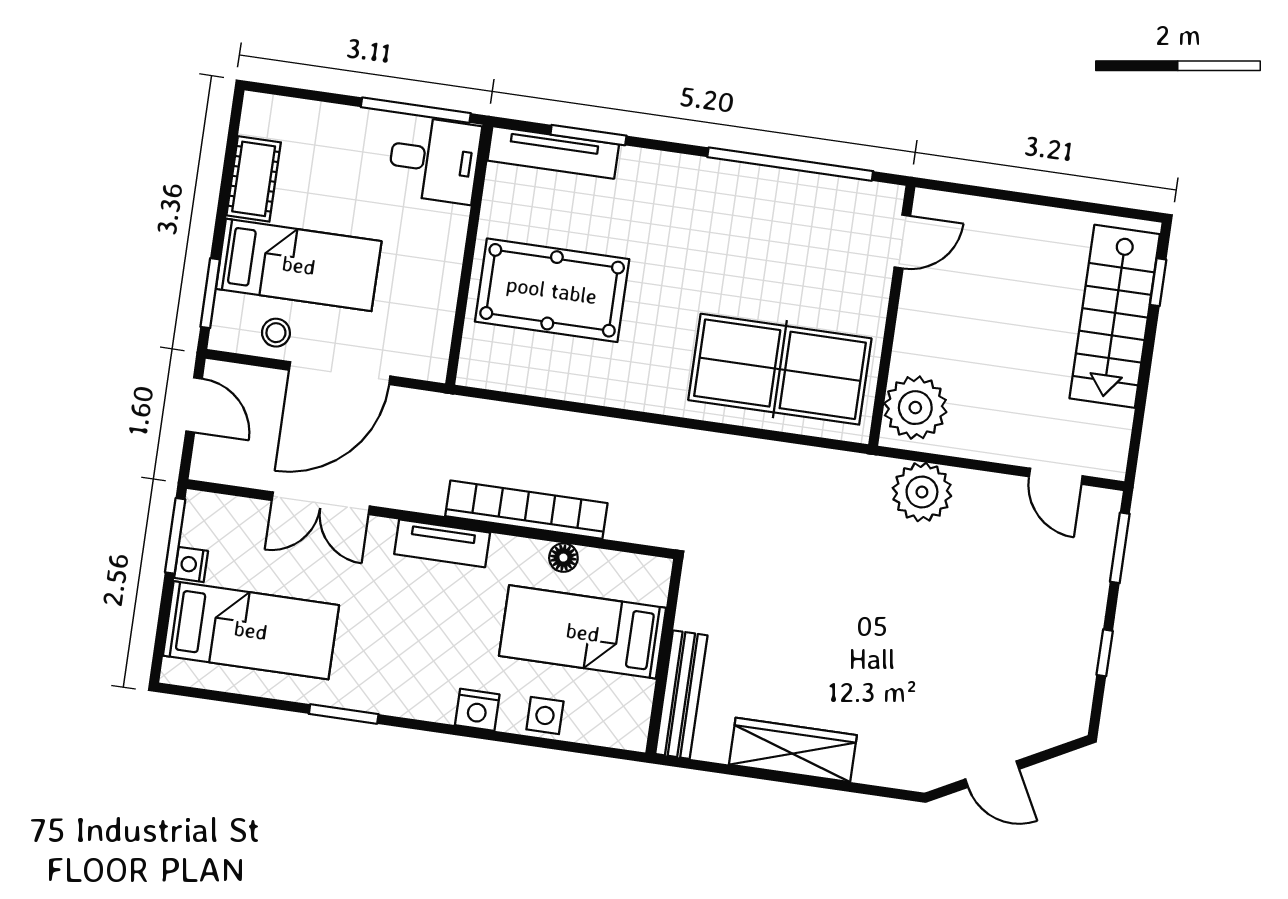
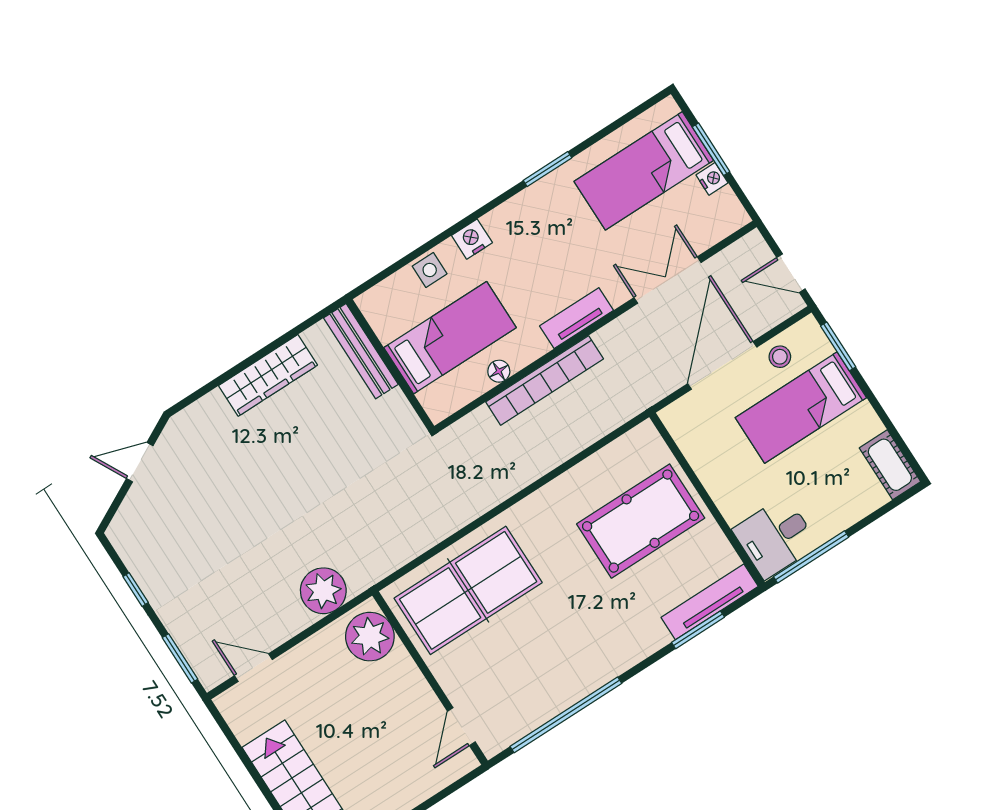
cot: (254, 179) -> (890, 465), moved
window: (175, 536) -> (711, 149), moved

